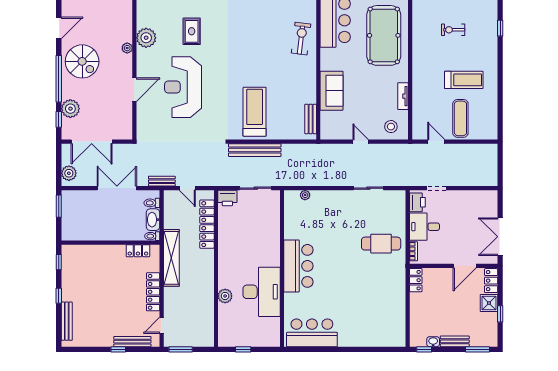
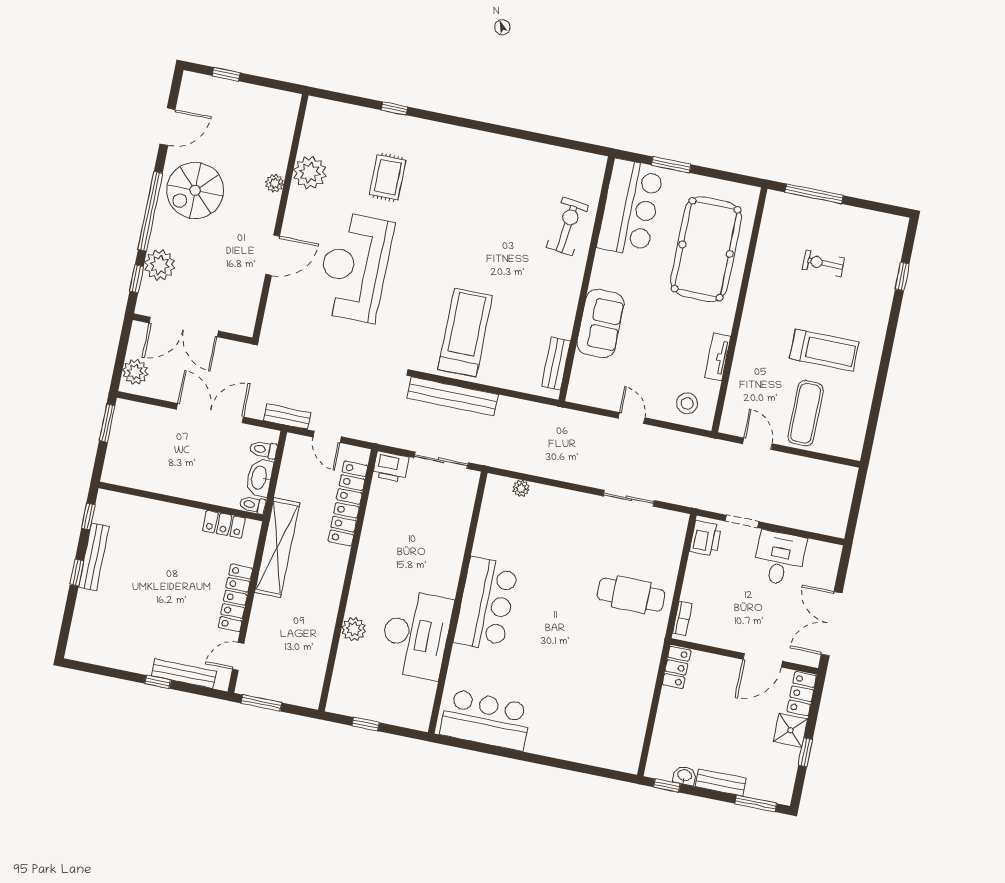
spiral stairs: (82, 61) -> (195, 190), turned 90
desk: (424, 227) -> (780, 558), moved, turned 90
bench: (67, 321) -> (94, 557), moved

